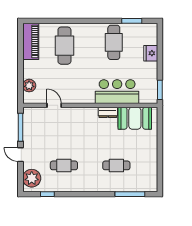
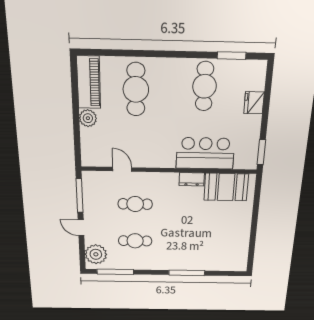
plant: (29, 86) -> (88, 118), moved
cafe table: (116, 165) -> (135, 204), moved
window: (47, 194) -> (115, 272), width x2.17
window: (130, 194) -> (187, 273), moved

